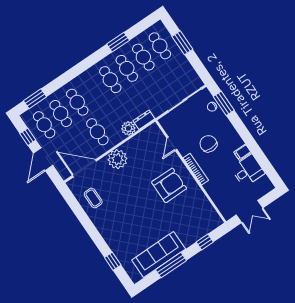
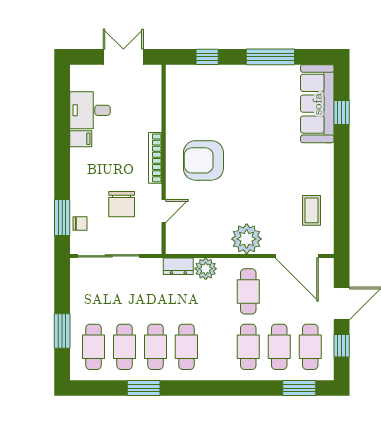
chair: (208, 144) -> (122, 204), moved
sofa: (159, 255) -> (317, 104), moved, turned 90

